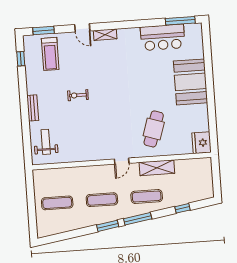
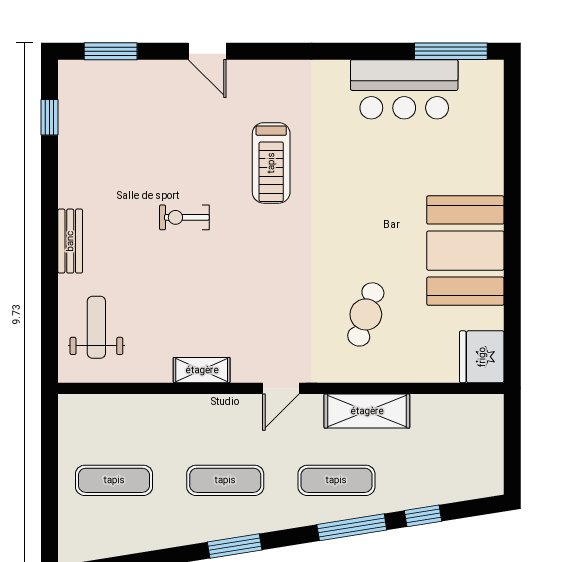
shelving: (105, 35) -> (202, 370), moved
treadmill: (50, 54) -> (271, 163), moved
booth: (190, 82) -> (465, 251), moved
cafe table: (154, 129) -> (366, 314), width x0.73, depth x0.74
window: (138, 219) -> (352, 527), moved

